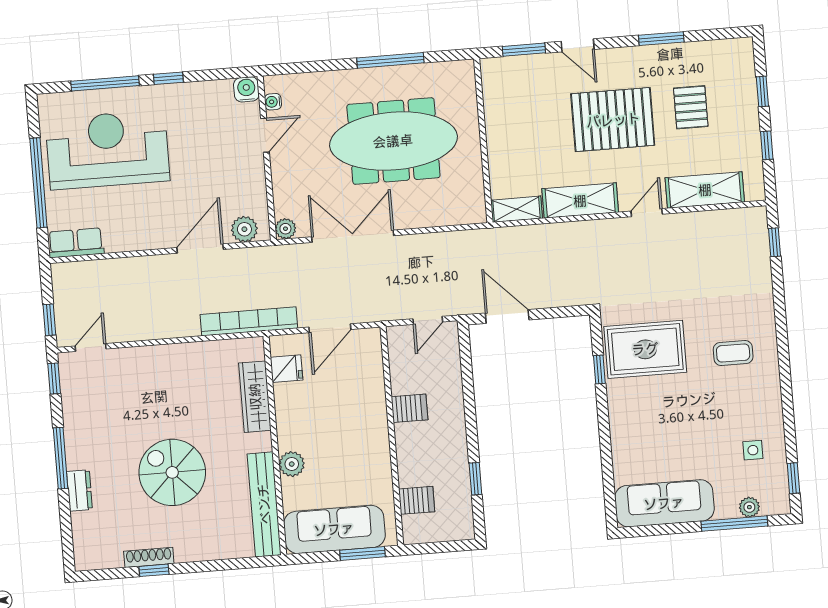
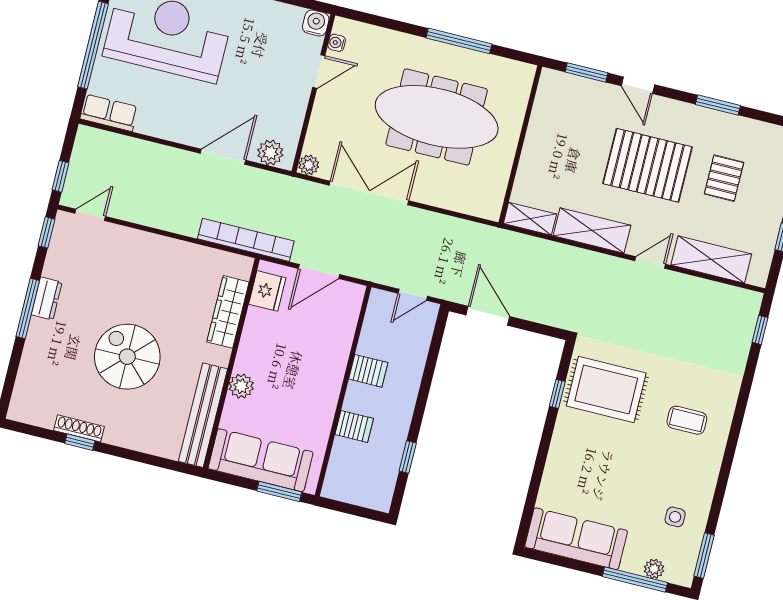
fridge: (287, 369) -> (267, 291), width x1.38
window: (793, 478) -> (704, 556), width x1.50
dresser: (79, 490) -> (47, 298), moved
server rack: (417, 500) -> (354, 426), moved

